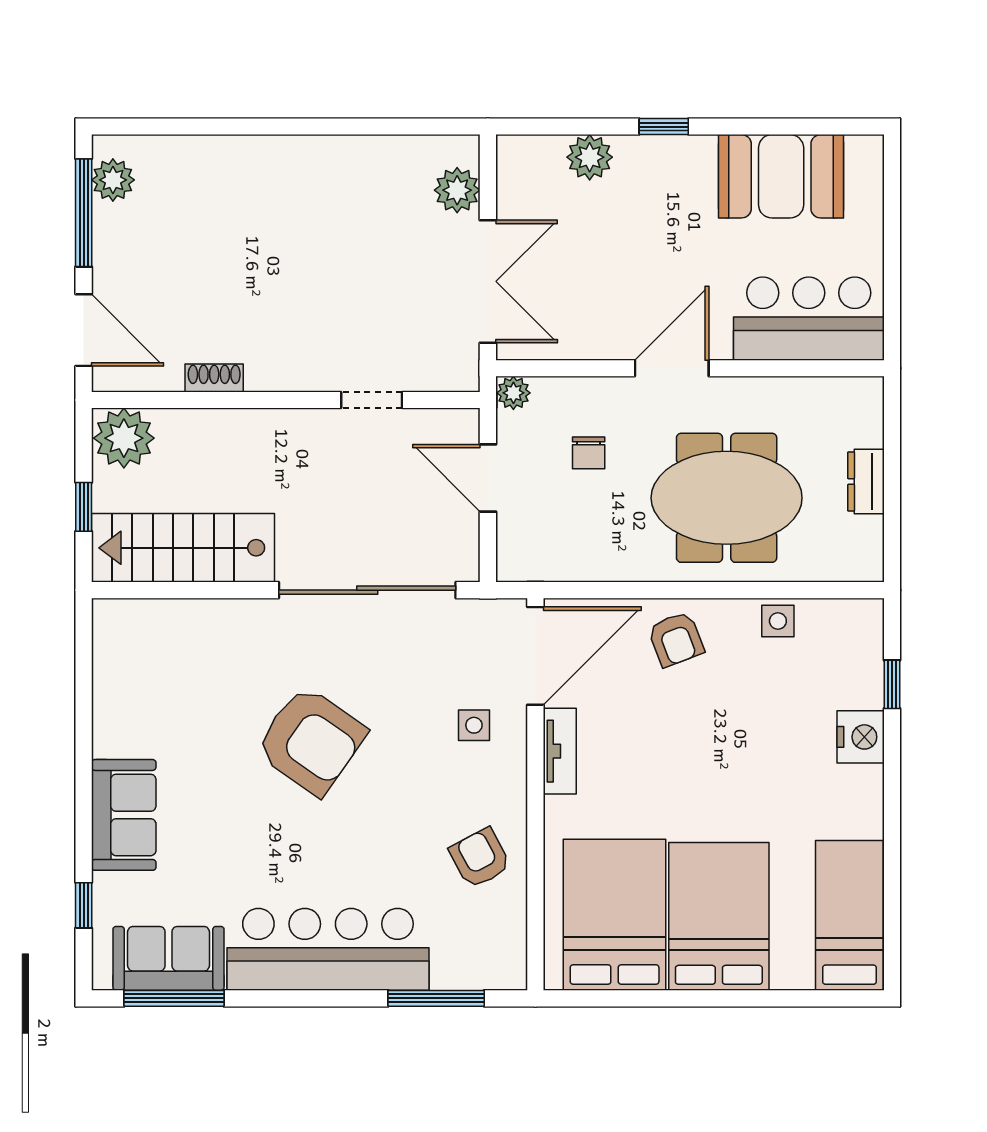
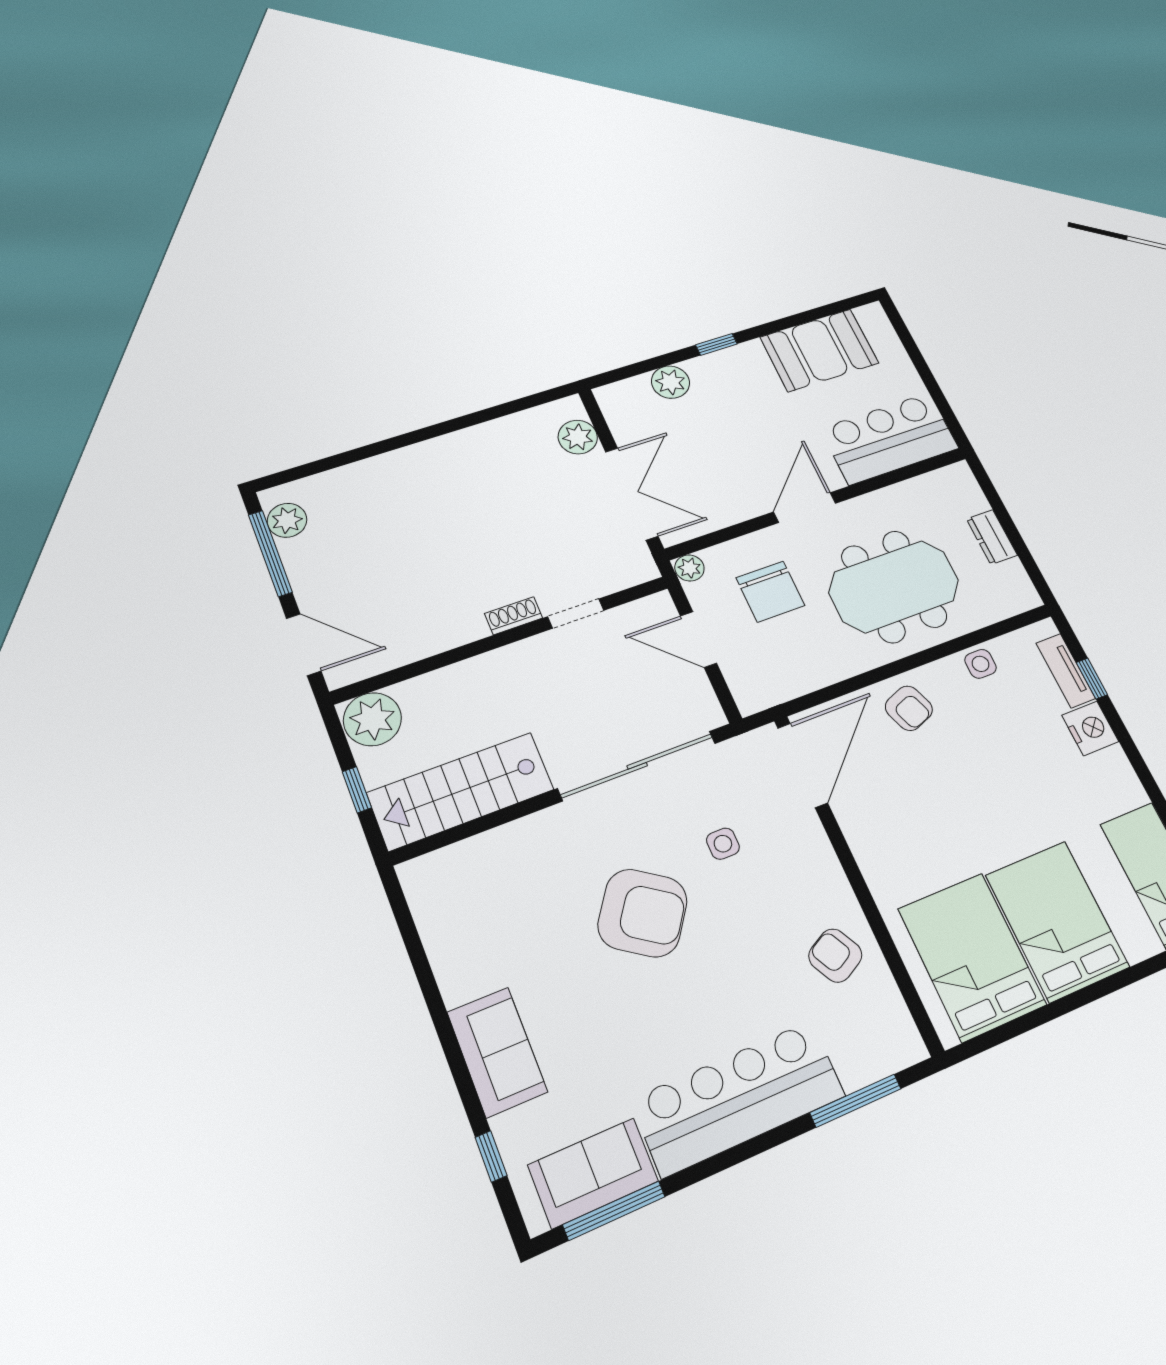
shoe rack: (214, 378) -> (514, 616), moved
chair: (589, 453) -> (770, 592), width x1.87, depth x1.87
side table: (474, 725) -> (723, 844), moved
tv unit: (560, 751) -> (1066, 671), moved, turned 180

